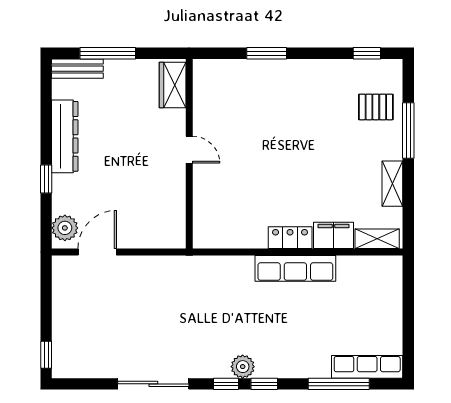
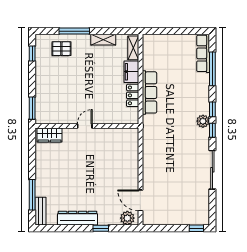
wardrobe: (173, 85) -> (49, 135), moved
pallet: (376, 107) -> (61, 49), turned 90
door: (189, 150) -> (85, 126), moved
wall: (189, 154) -> (87, 126), moved

